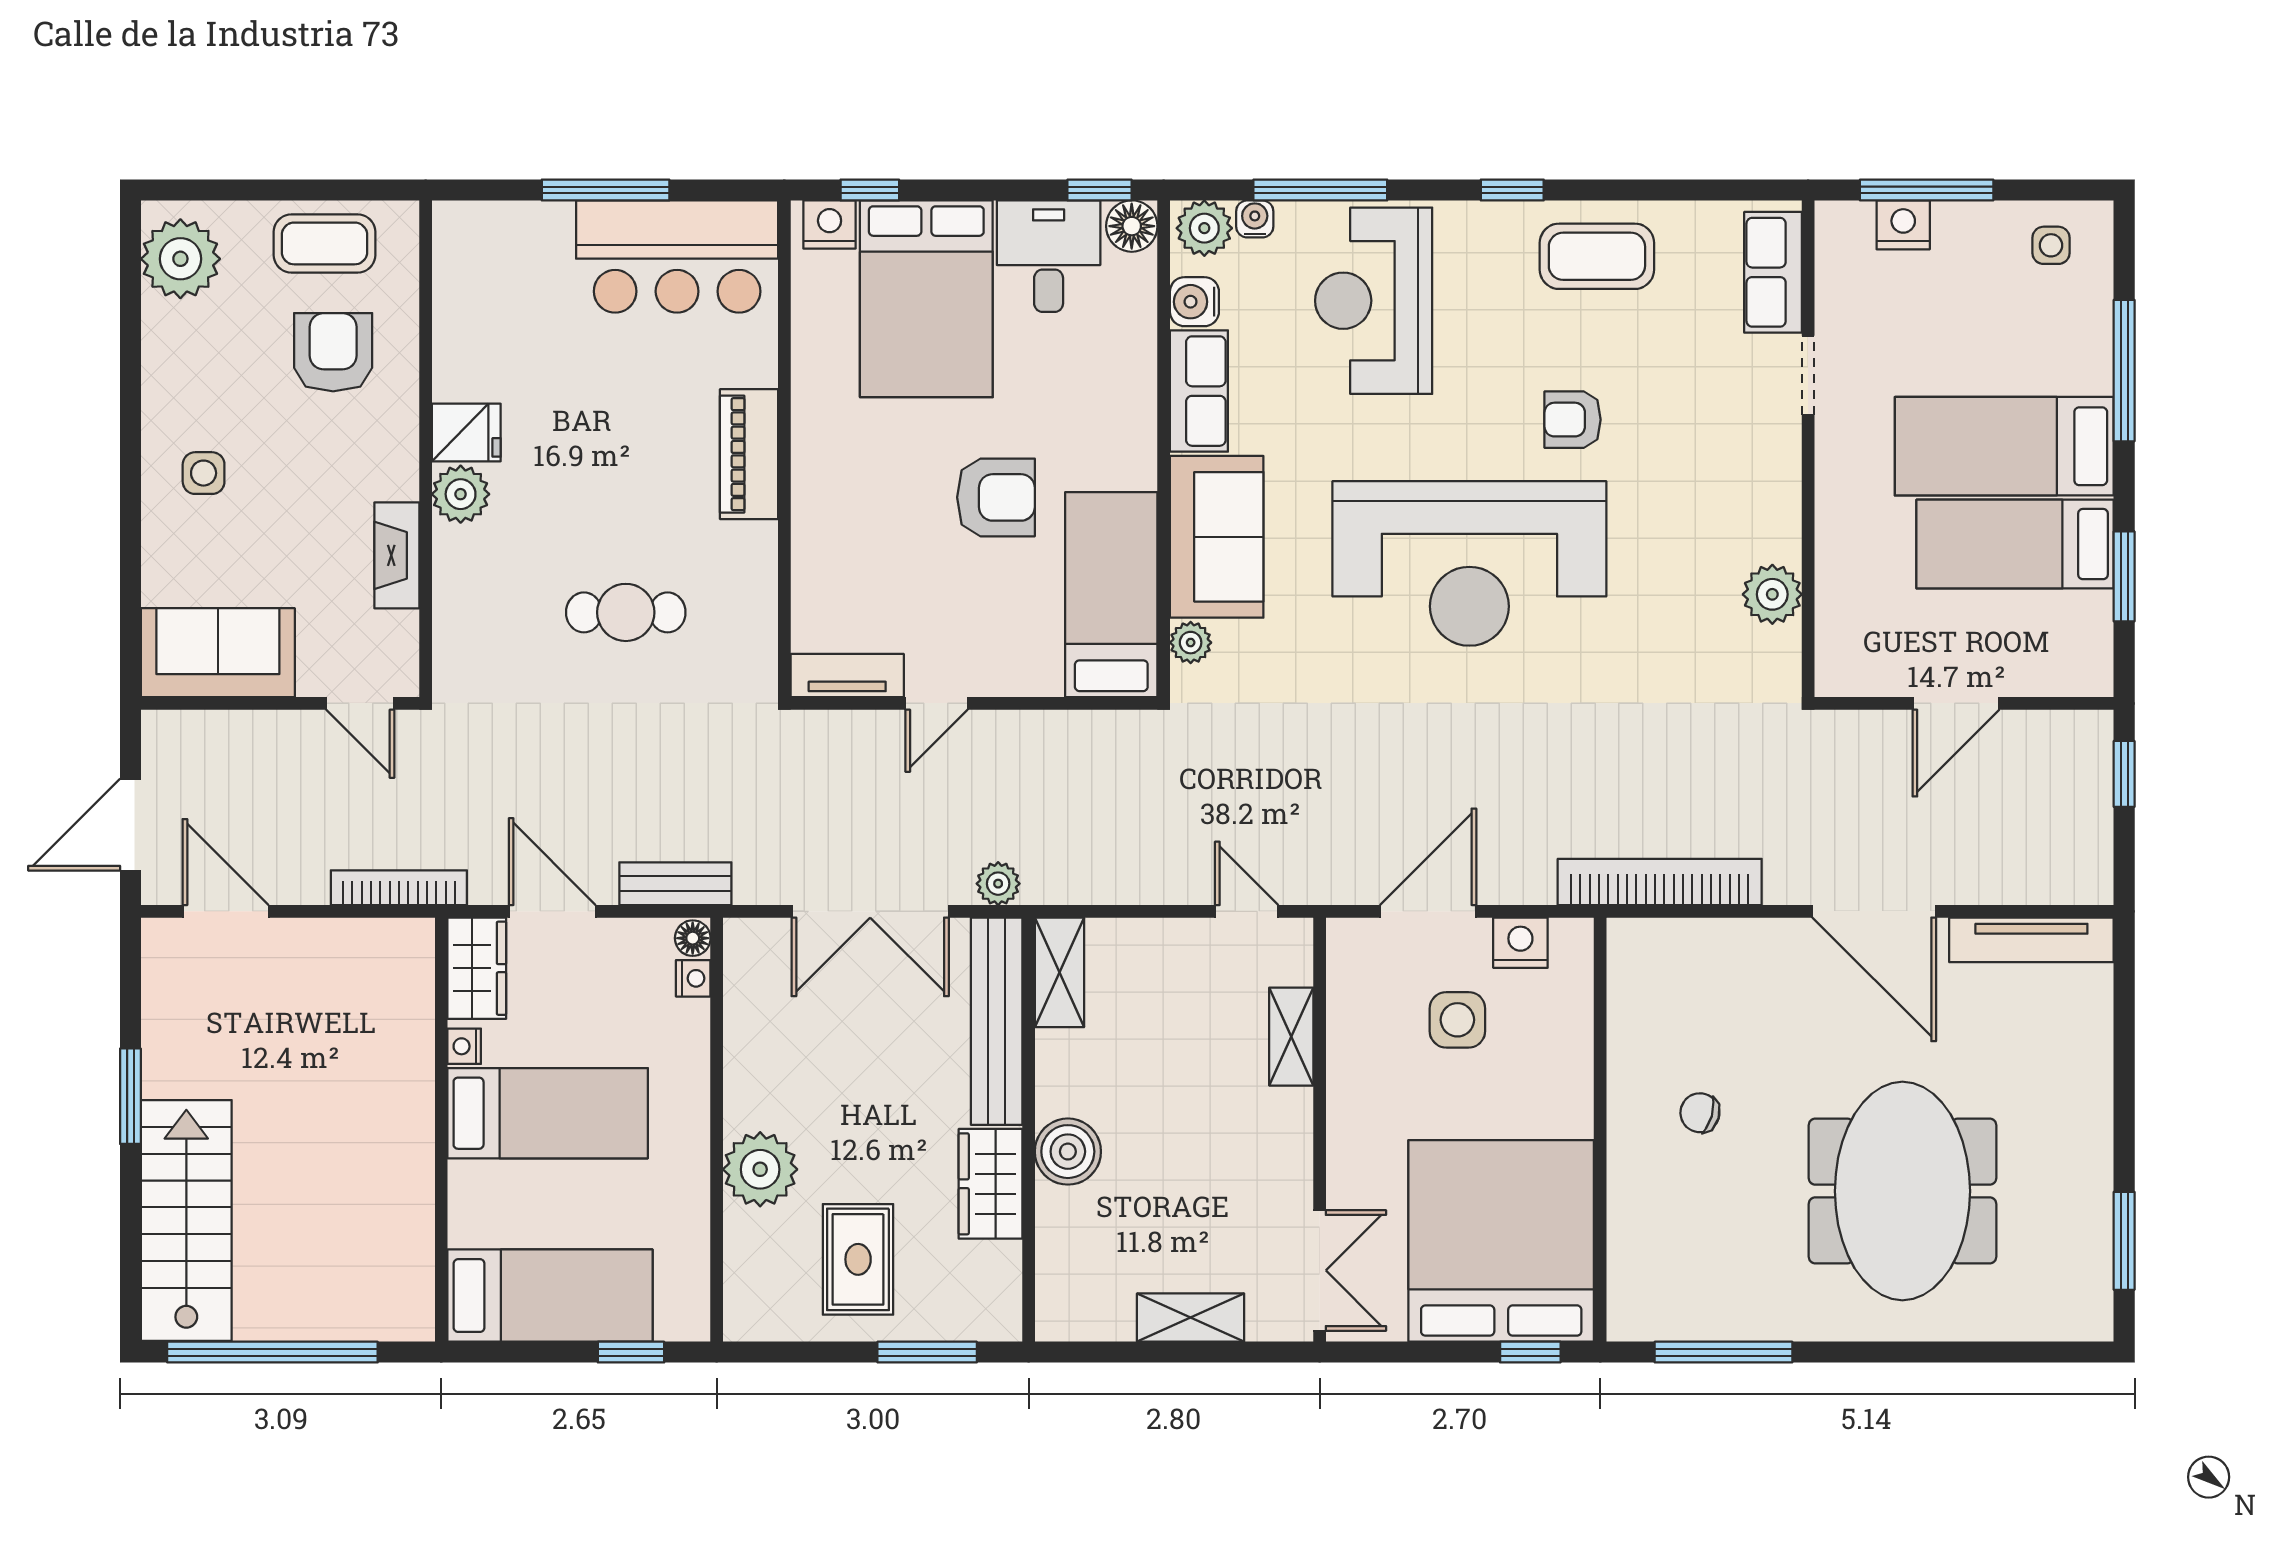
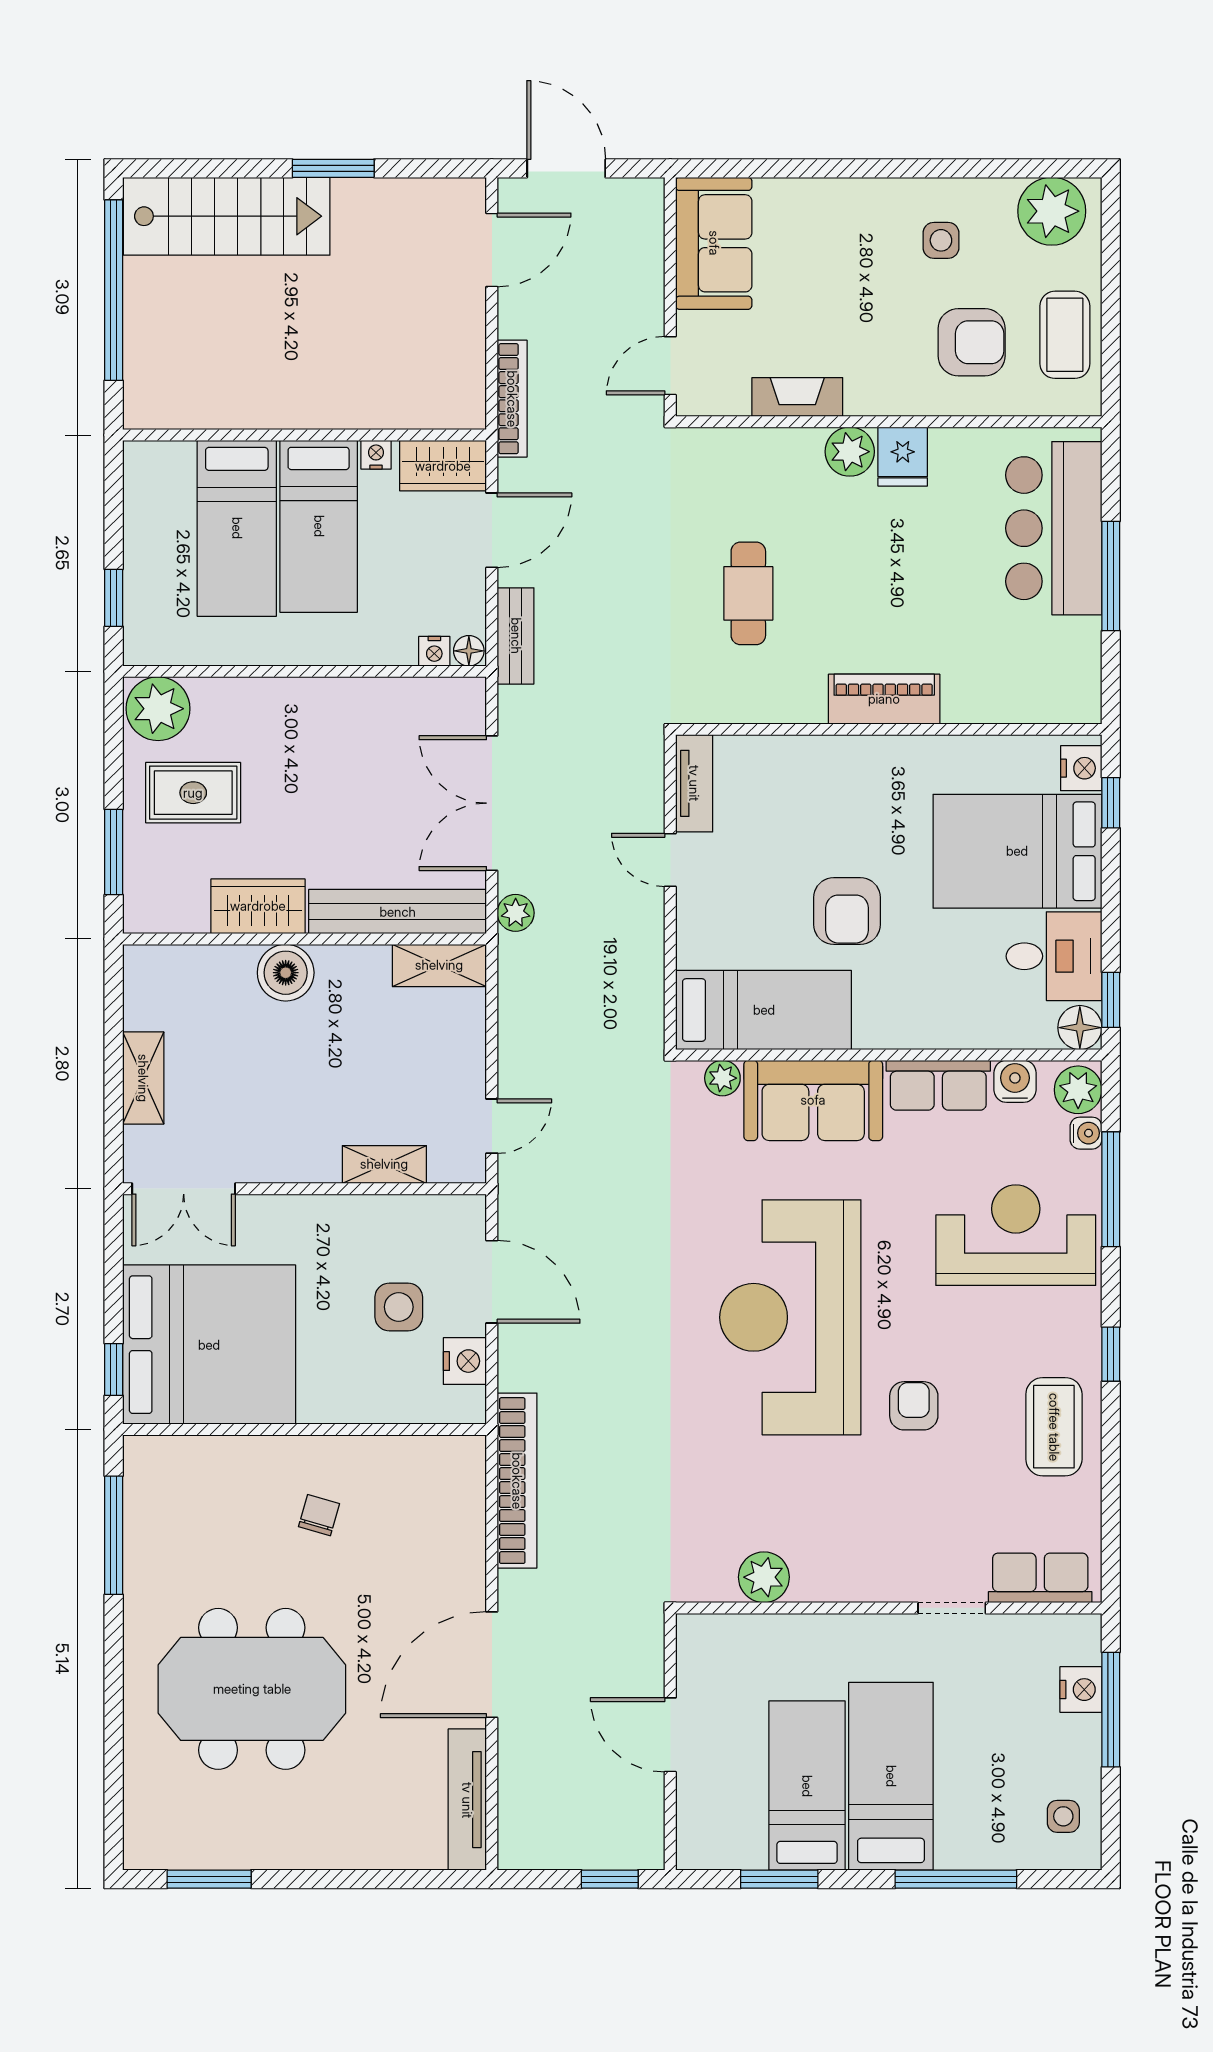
bar counter: (677, 256) -> (1054, 528), moved
side table: (204, 473) -> (941, 240), moved
plant: (760, 1169) -> (158, 709), moved
bed: (550, 1296) -> (237, 528), moved

